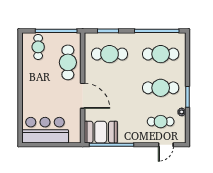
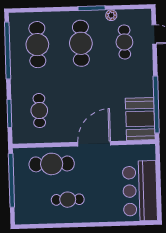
cafe table: (38, 47) -> (68, 200), moved
cafe table: (110, 54) -> (39, 111), width x0.73, depth x0.74

